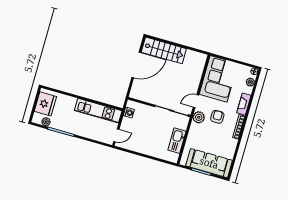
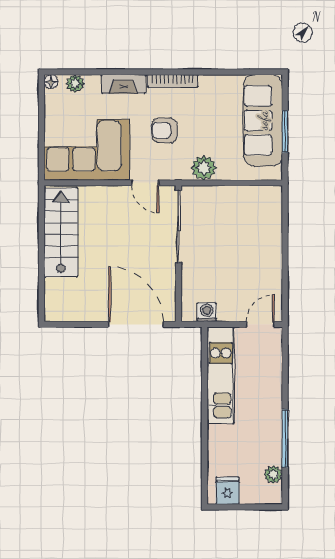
stairs: (164, 50) -> (61, 232), moved
door: (136, 65) -> (136, 324), moved
fridge: (45, 104) -> (228, 491), width x0.53, depth x0.75
plant: (199, 117) -> (204, 168), moved
door: (116, 135) -> (260, 324), hinge flipped
kitchen sink: (177, 141) -> (236, 198), removed

